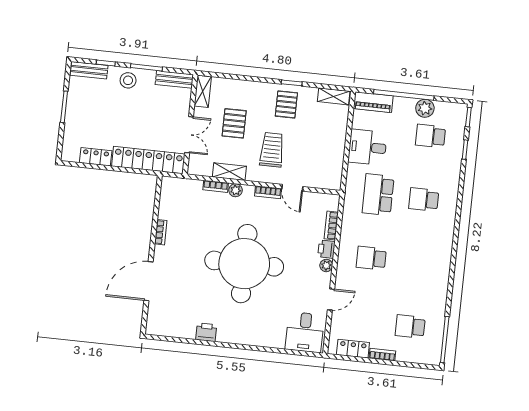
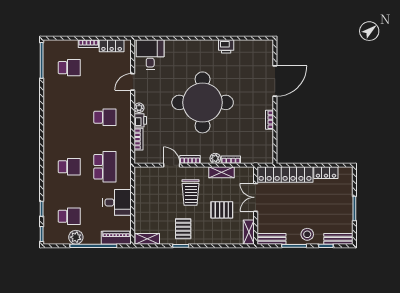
pallet: (234, 123) -> (222, 210), turned 90

